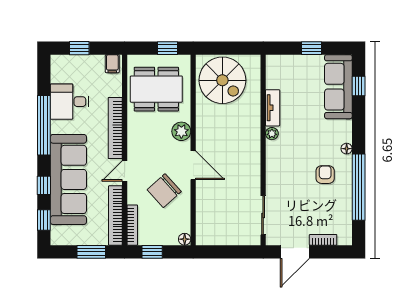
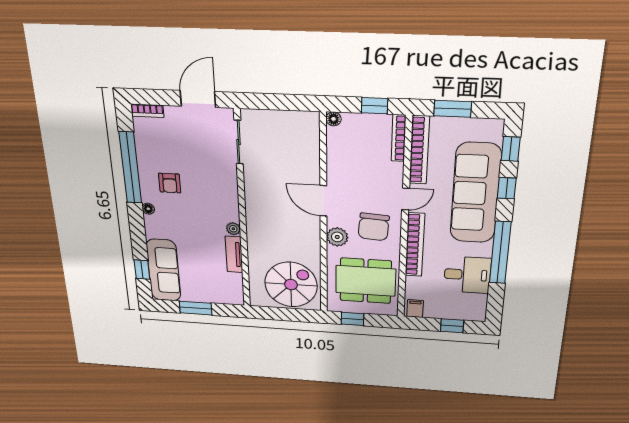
window: (312, 48) -> (196, 308), width x1.50
spiral stairs: (222, 80) -> (291, 285), turned 90
chair: (164, 191) -> (374, 227), moved, turned 136
bookcase: (323, 240) -> (147, 111), moved

